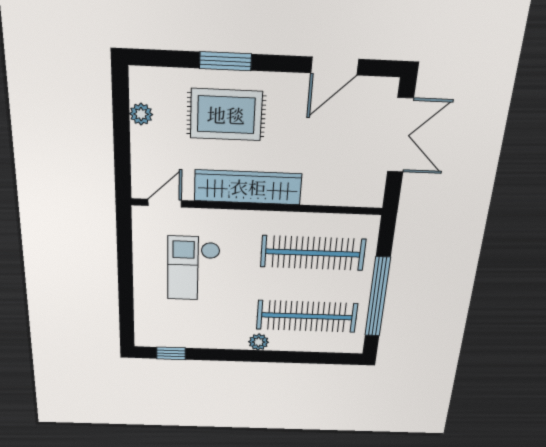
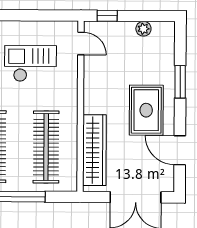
rug: (226, 115) -> (146, 110), moved
window: (122, 166) -> (107, 16), added
wardrobe: (248, 187) -> (94, 150), moved

